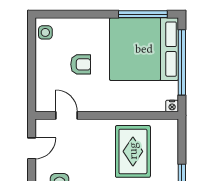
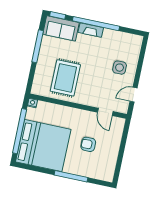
window: (143, 14) -> (71, 176), moved
side table: (45, 32) -> (108, 171), removed

